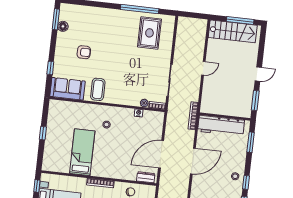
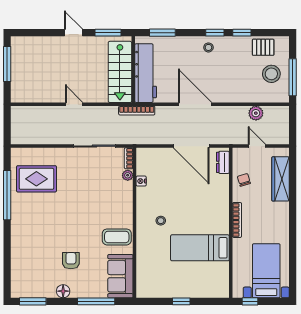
floor lamp: (63, 26) -> (63, 291), moved
stairs: (233, 31) -> (120, 72), moved, turned 180
window: (50, 68) -> (96, 301), width x2.17

